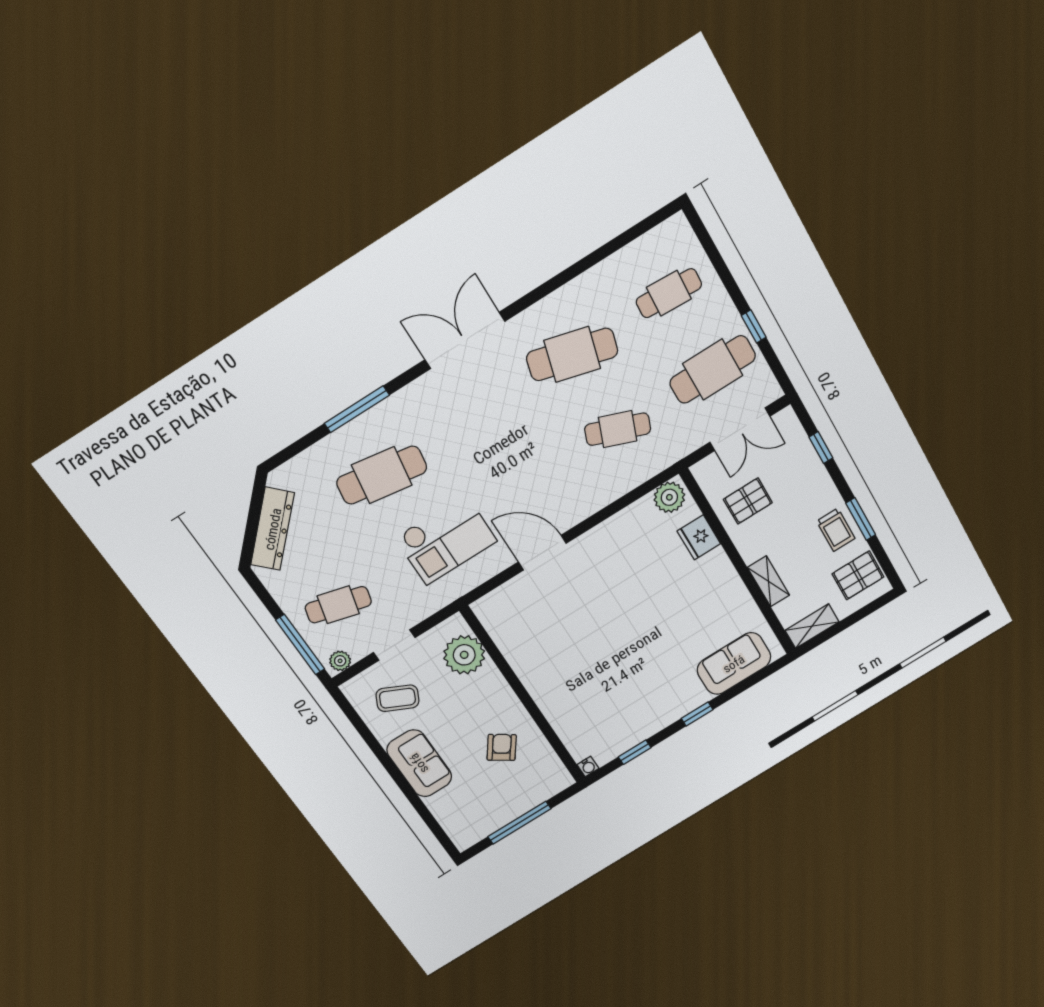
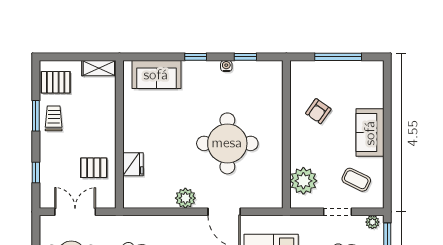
plant: (669, 497) -> (185, 198), moved
shelving: (769, 581) -> (109, 112), removed
round table: (592, 639) -> (227, 143), added
water cooler: (588, 767) -> (226, 66), moved

